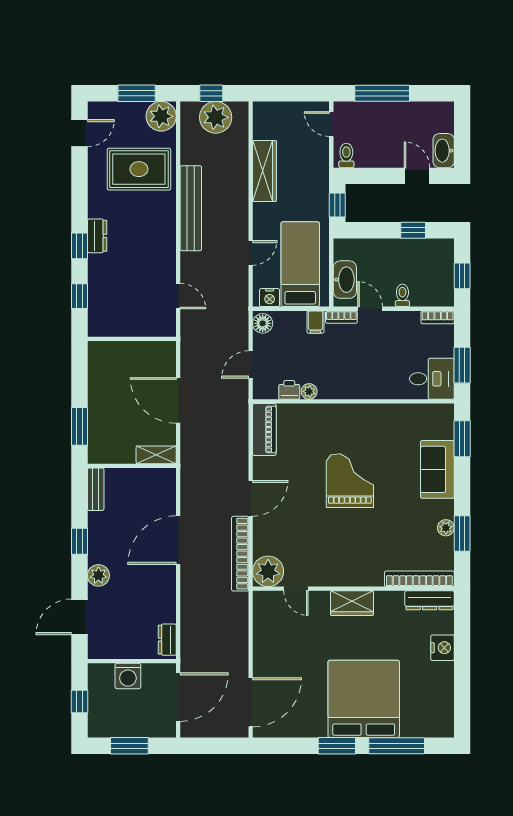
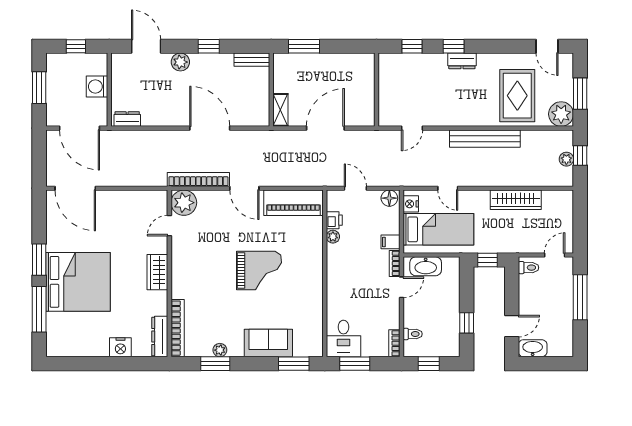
plant: (216, 117) -> (566, 159), width x0.53, depth x0.53
toilet: (402, 295) -> (413, 334), moved
piano: (264, 430) -> (293, 203), width x1.37, depth x1.33

